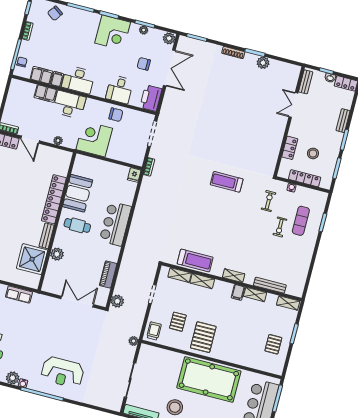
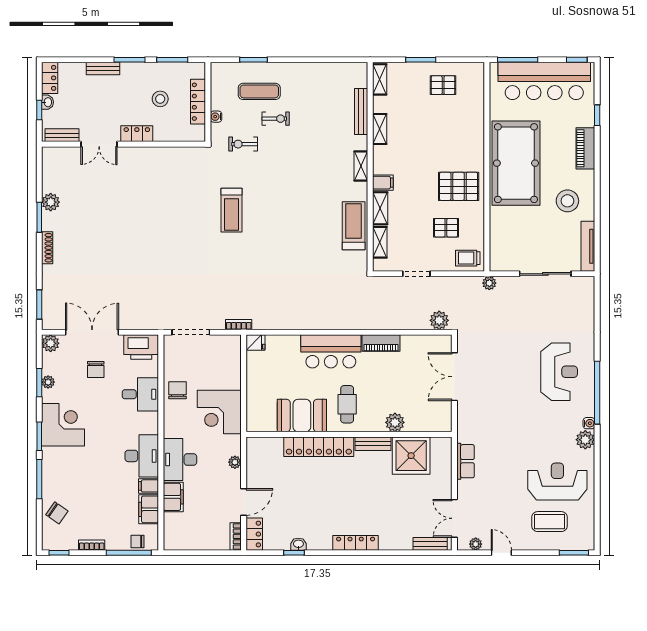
locker: (290, 148) -> (137, 134), moved
piano: (108, 274) -> (381, 343), moved
filing cabinet: (238, 292) -> (383, 183), moved

